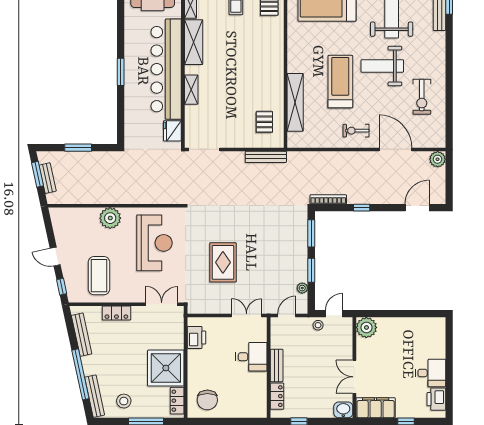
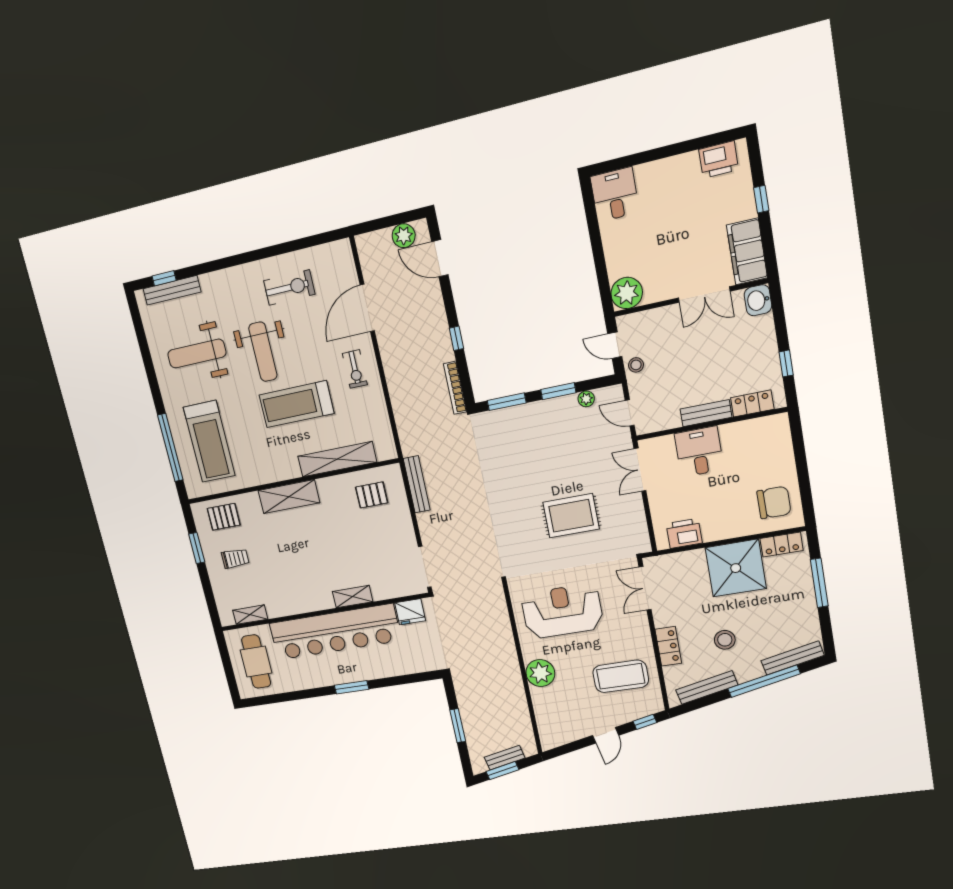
shelving: (194, 42) -> (289, 497), moved
plant: (438, 159) -> (404, 236), moved
desk: (431, 373) -> (615, 194), moved
stool: (124, 401) -> (725, 640), moved

